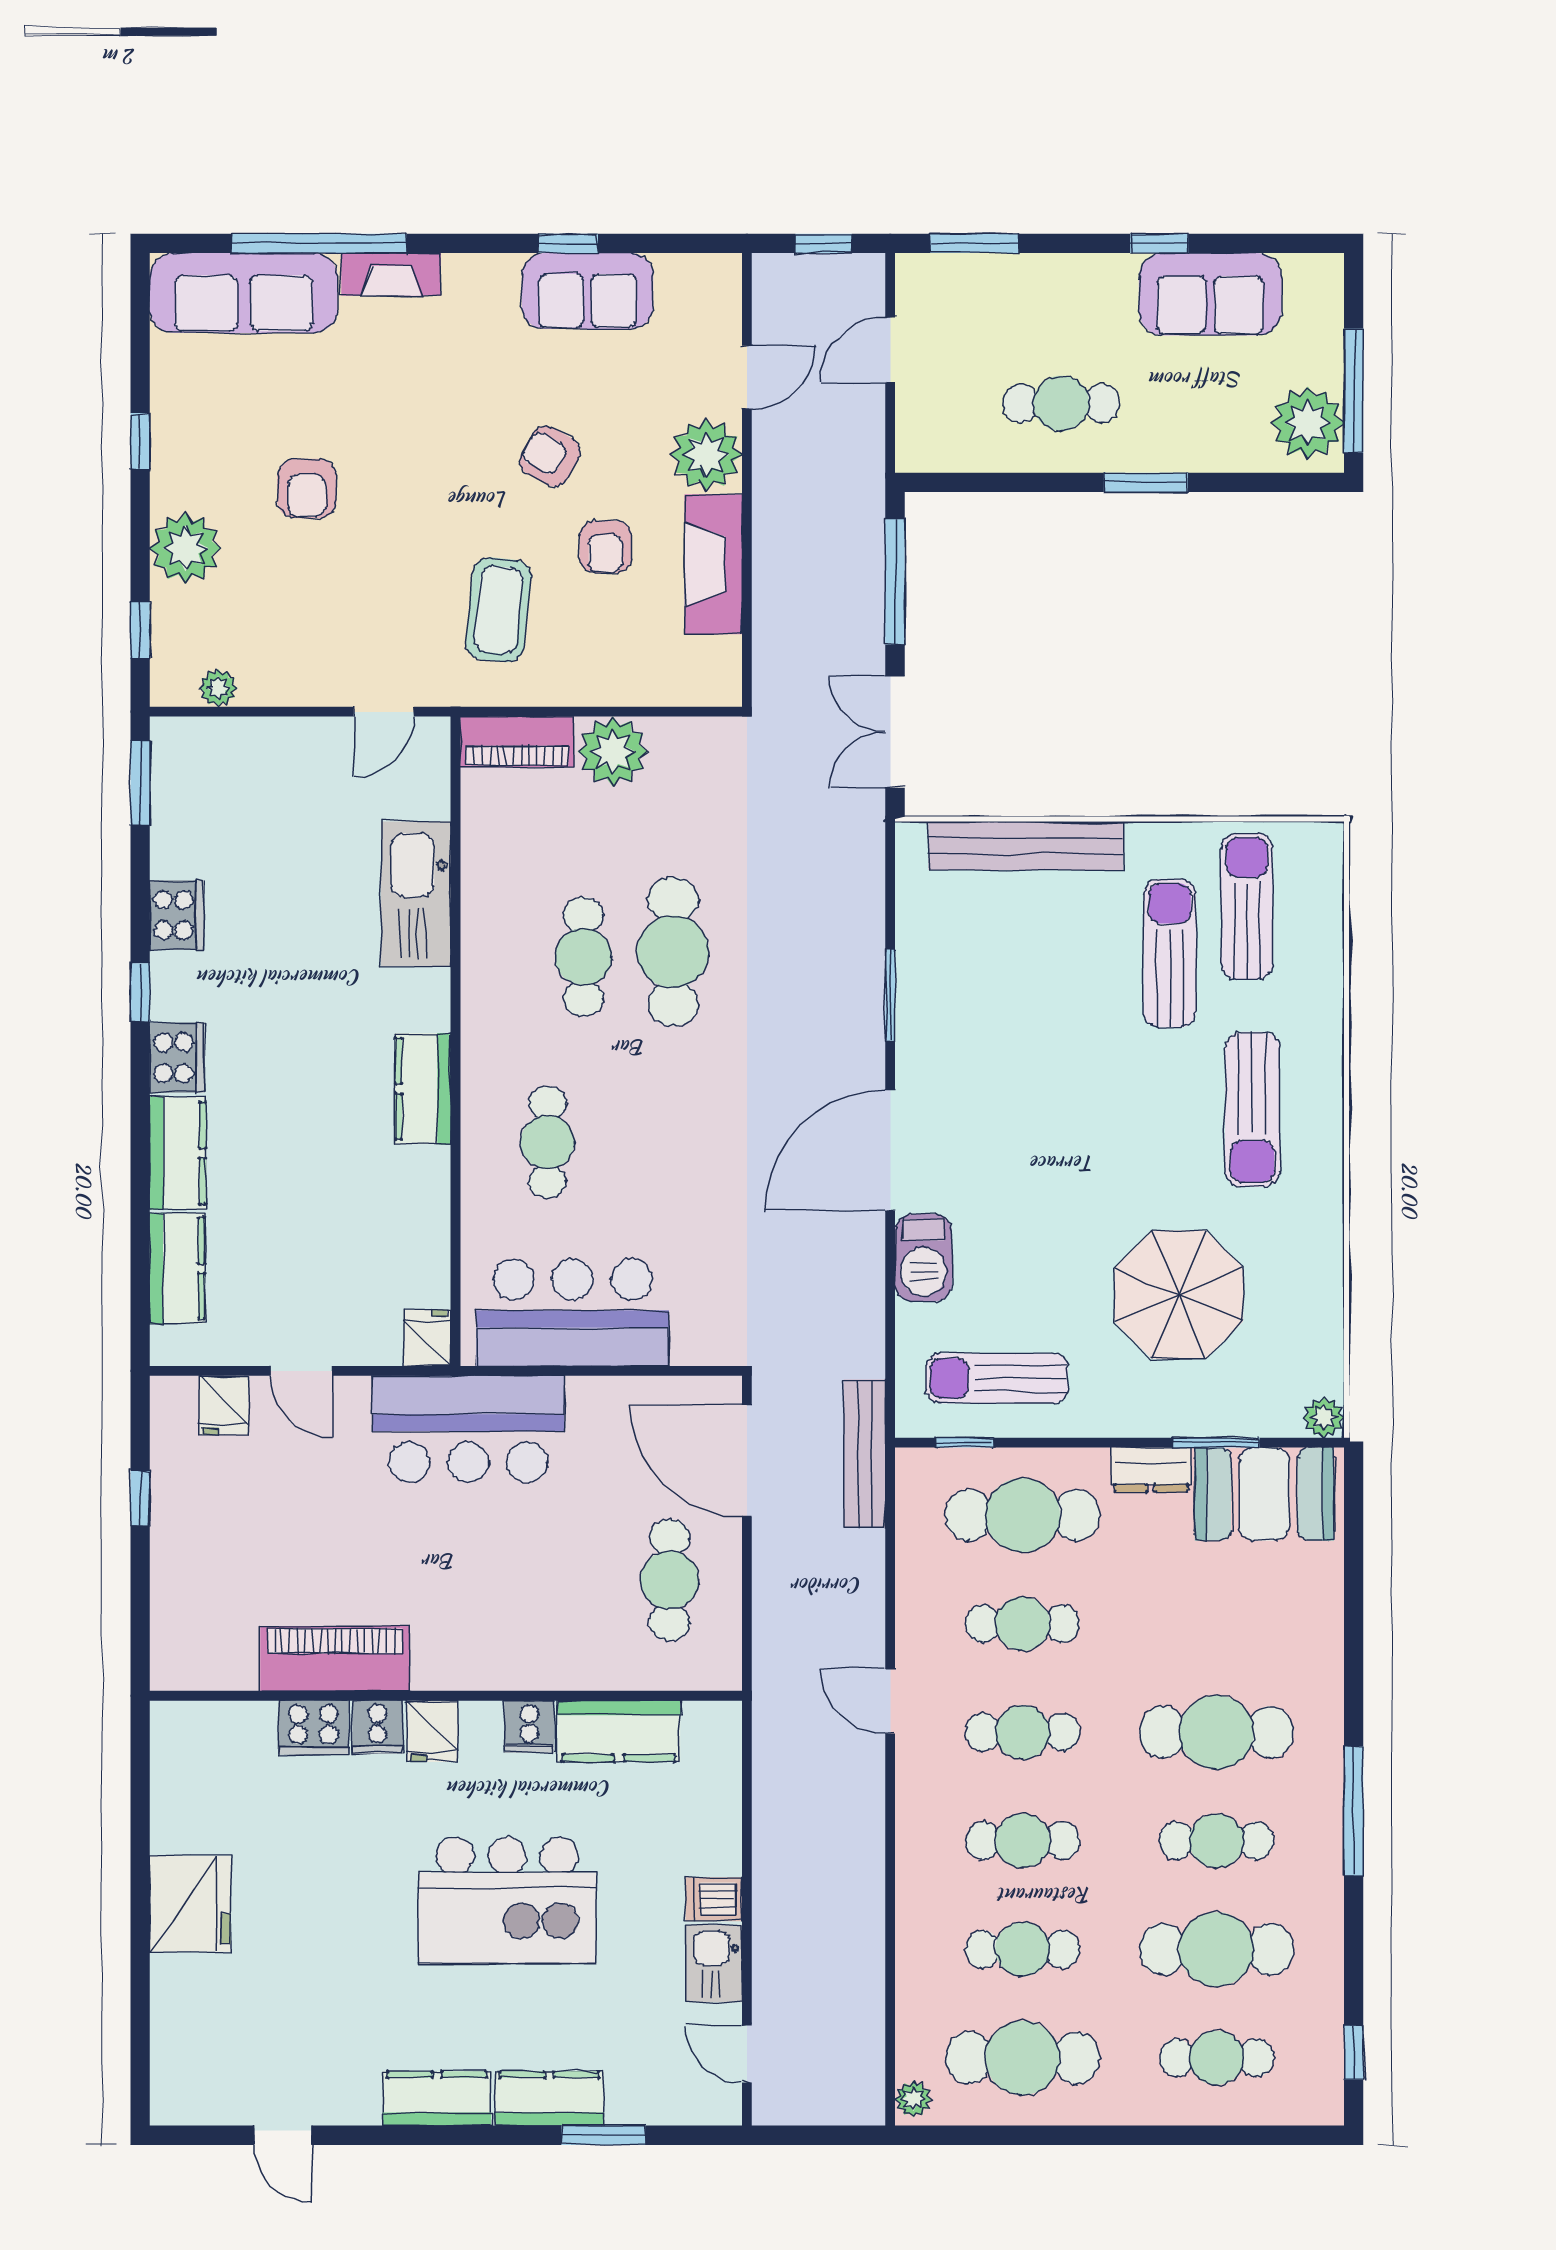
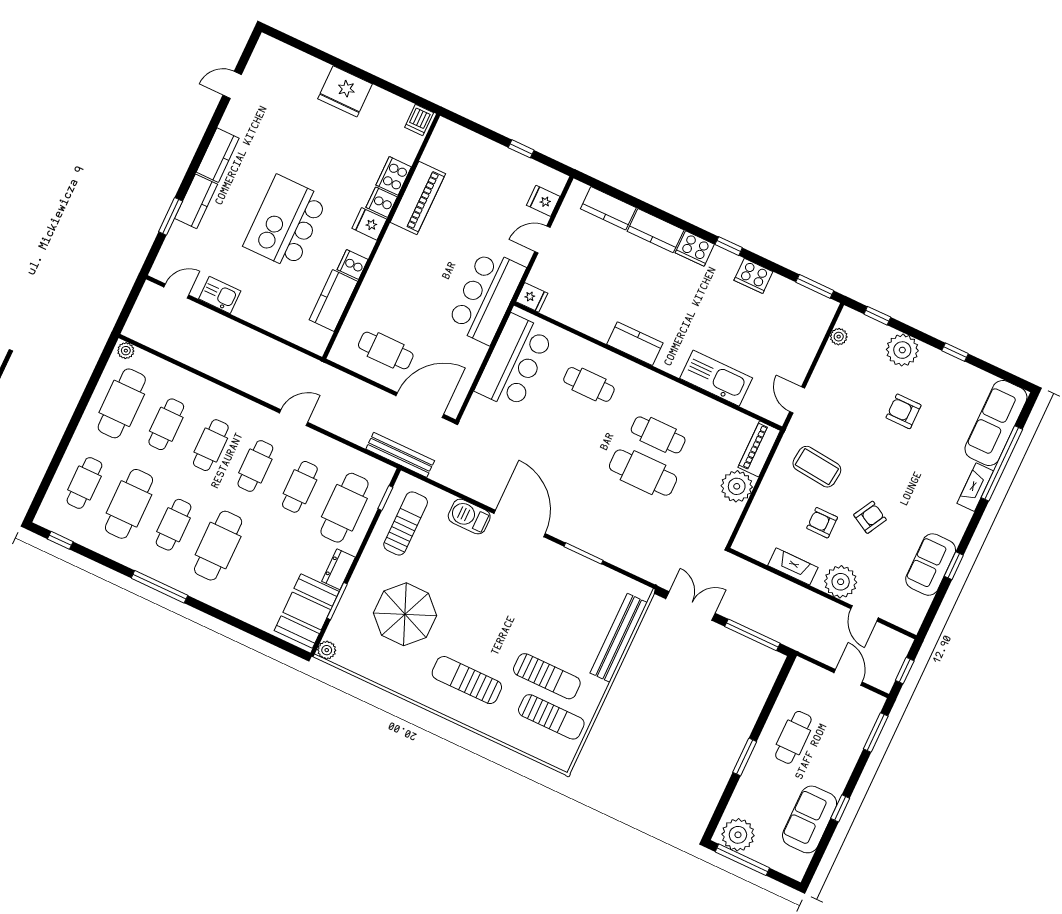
fireplace: (713, 564) -> (793, 566), width x0.73, depth x0.76
dishwasher: (714, 1899) -> (419, 120), moved, turned 180

